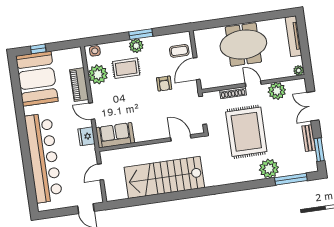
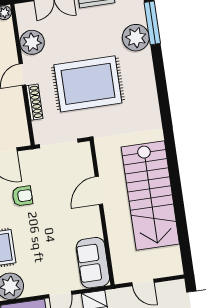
door: (181, 138) -> (99, 190), moved
plant: (269, 169) -> (136, 38), moved

